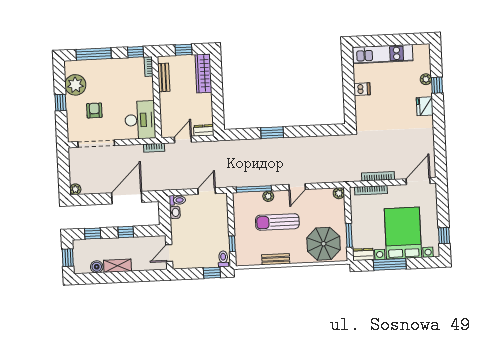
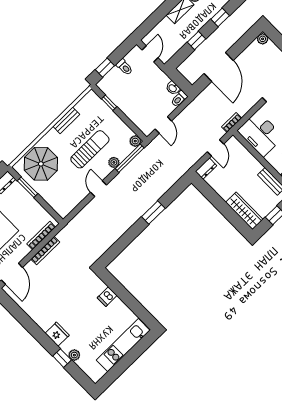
dishwasher: (362, 89) -> (107, 297), moved
plant: (339, 193) -> (135, 141), moved
toilet: (223, 259) -> (124, 67), moved

